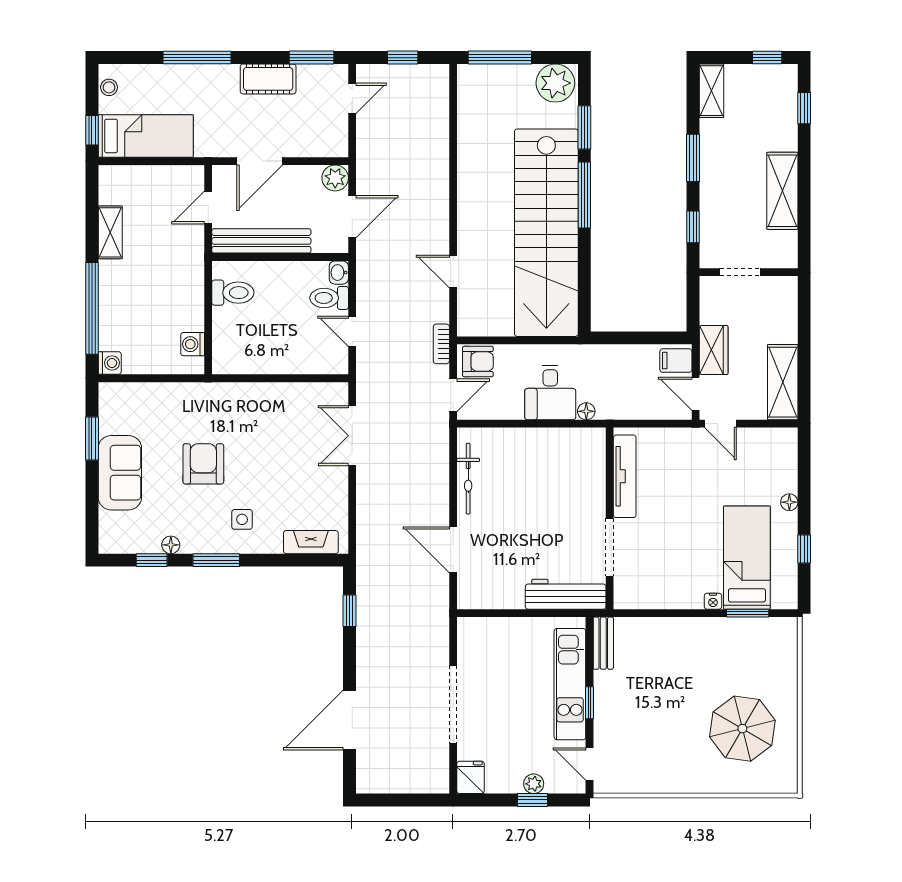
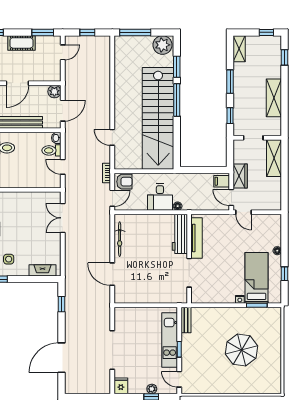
shelving: (783, 382) -> (274, 158), moved
workbench: (566, 594) -> (180, 234), moved, turned -90
parasol: (742, 729) -> (241, 350), moved

